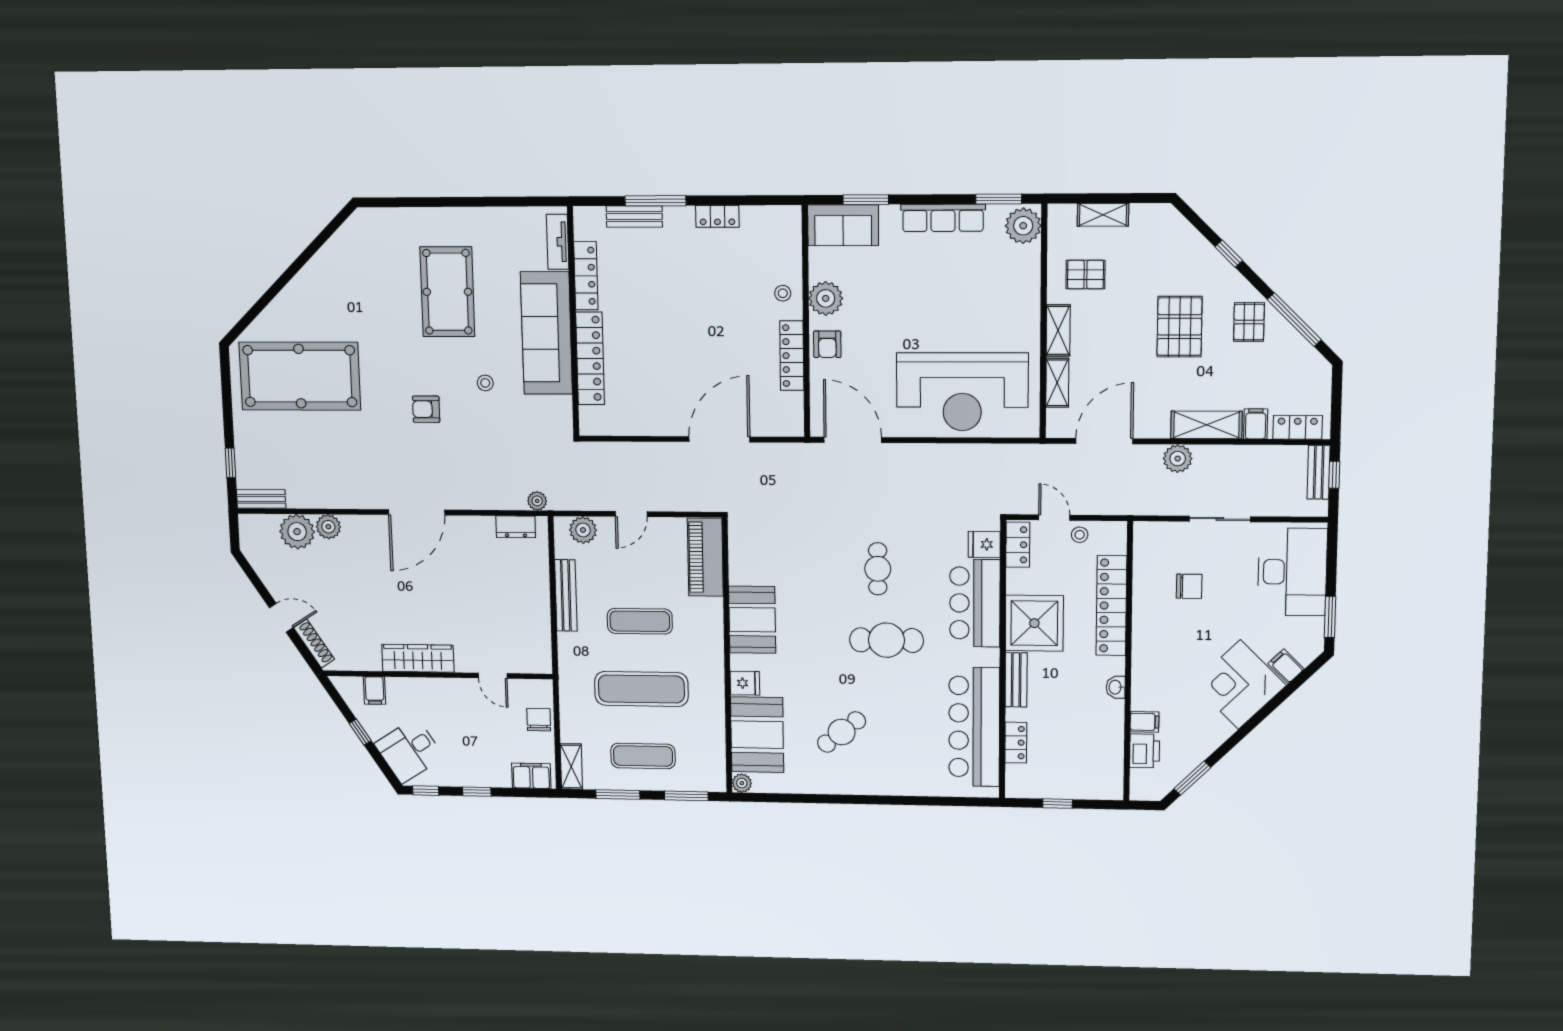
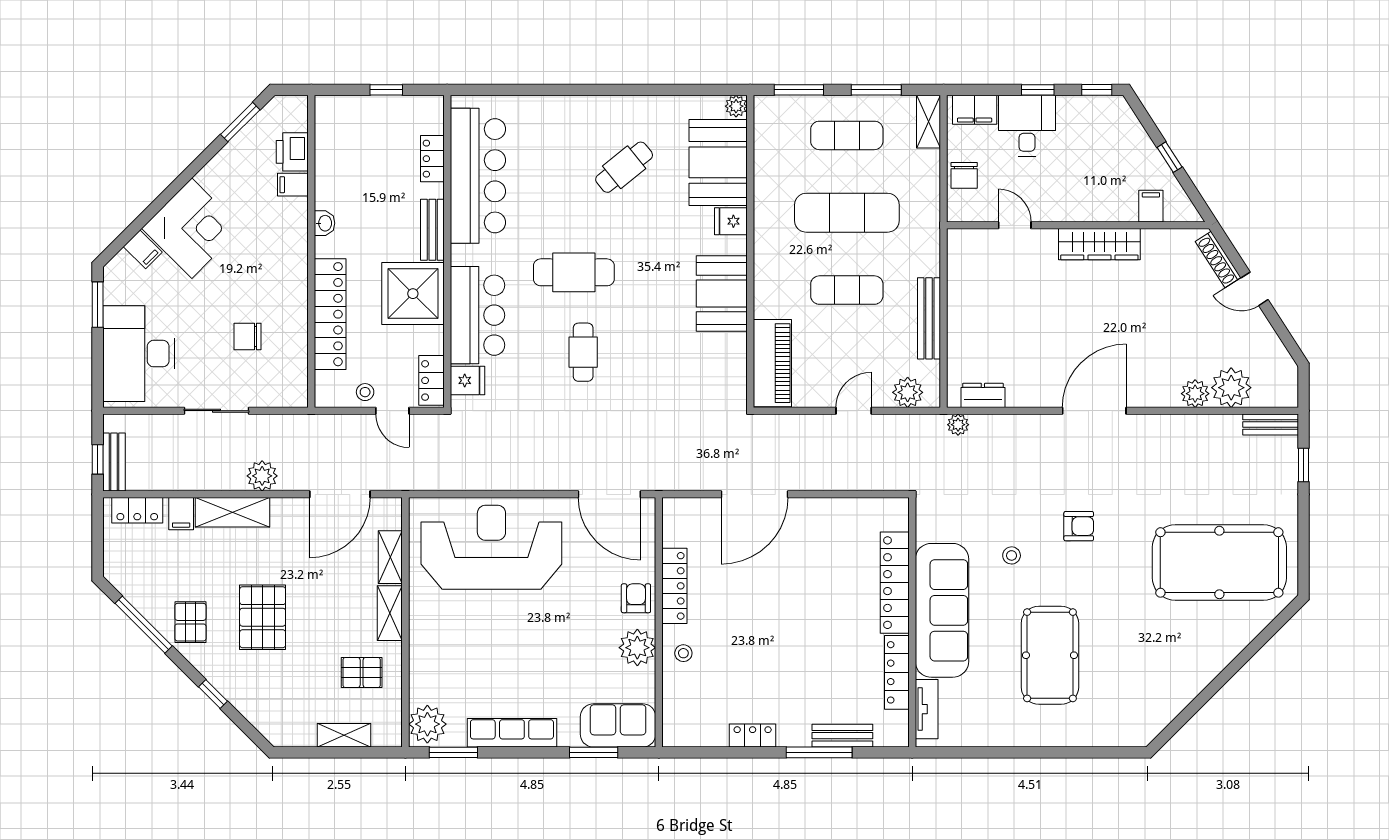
desk: (409, 750) -> (1027, 126), moved, turned -57

